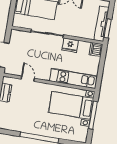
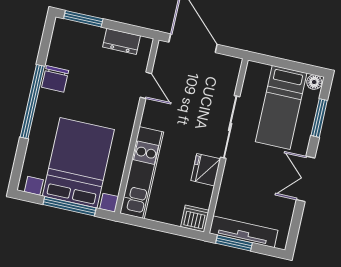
door: (28, 79) -> (146, 85), hinge flipped
bed with nightstands: (71, 105) -> (78, 163), width x1.36
chair: (27, 126) -> (55, 79), added

